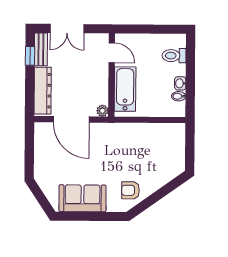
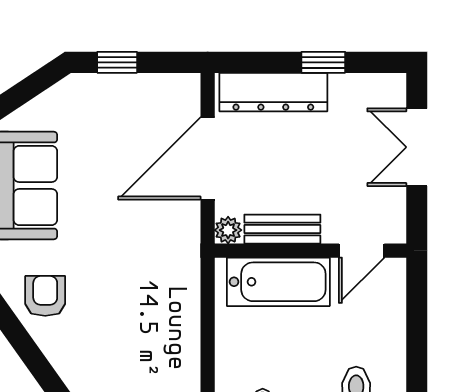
bench: (41, 49) -> (282, 229), moved
window: (30, 56) -> (323, 62), moved
window: (29, 158) -> (117, 62), added

